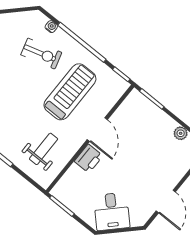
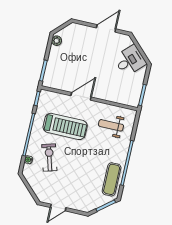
treadmill: (70, 92) -> (65, 126), turned 180
printer: (89, 159) -> (103, 93), removed

